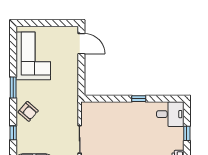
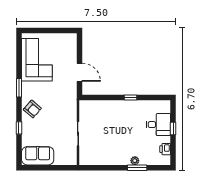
door: (81, 44) -> (80, 72), moved
desk: (170, 114) -> (158, 125), moved

